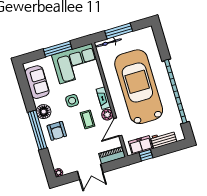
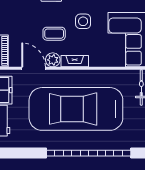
car: (139, 87) -> (76, 109), turned 180
garage door: (176, 91) -> (89, 153), moved

